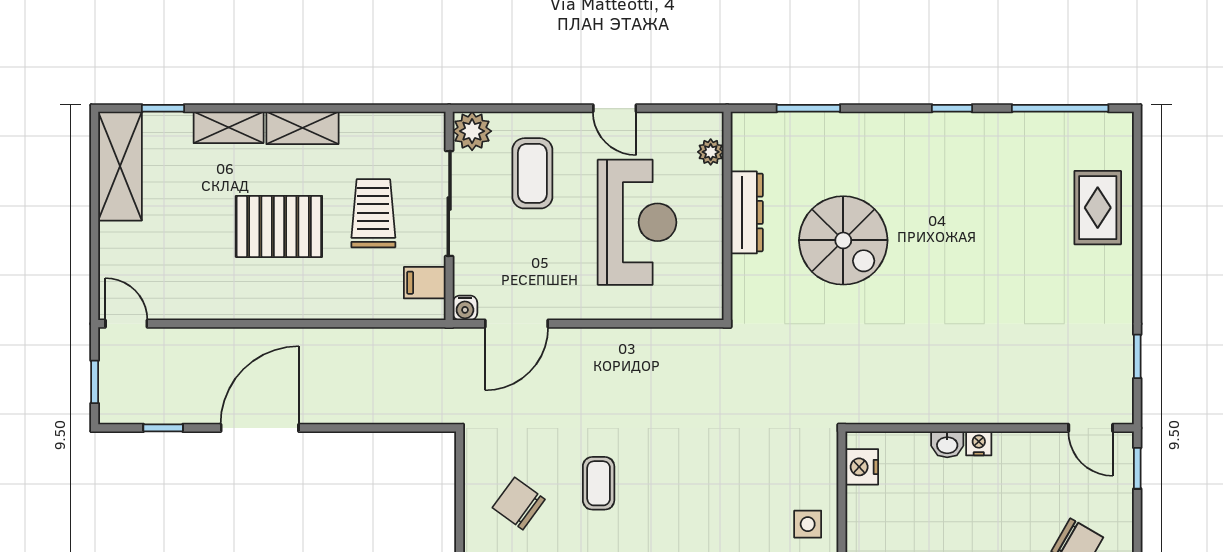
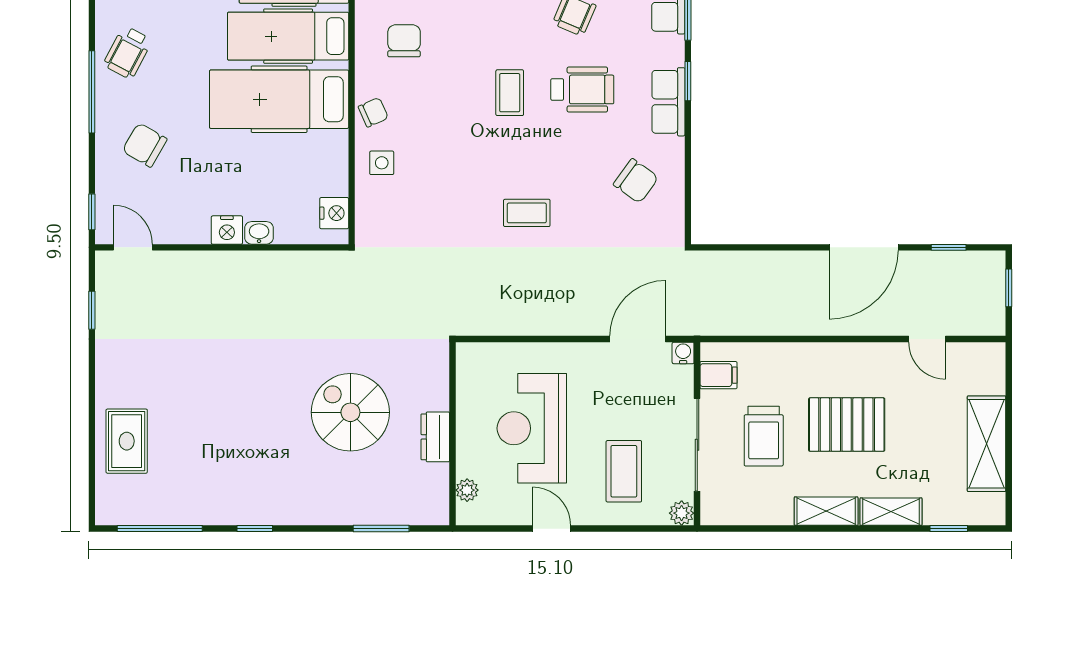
plant: (472, 131) -> (682, 513), width x0.73, depth x0.73
shelving: (120, 166) -> (987, 444), moved
dresser: (747, 212) -> (435, 437), width x0.70
door: (126, 324) -> (927, 339), moved
nightstand: (979, 443) -> (227, 230), width x1.39, depth x1.35
coffee table: (599, 483) -> (527, 213), moved, turned 90

